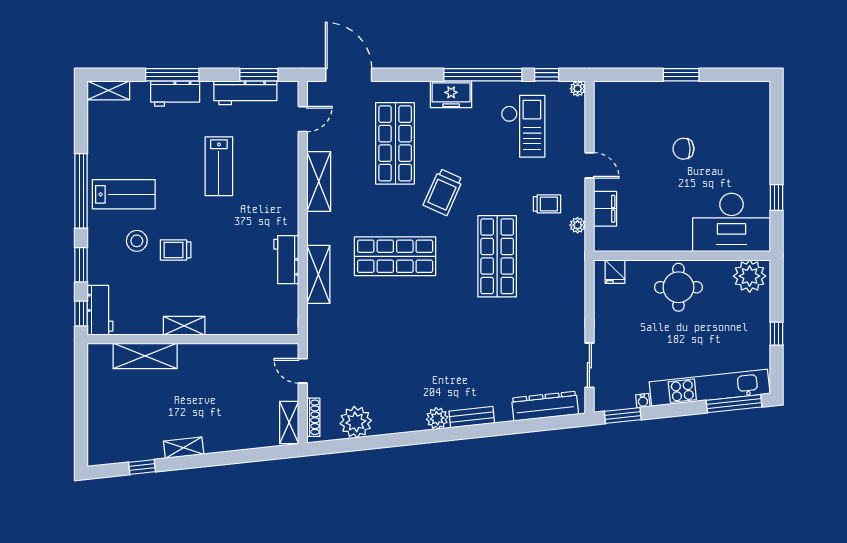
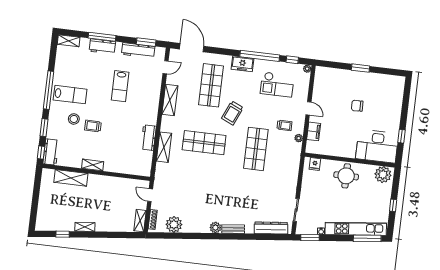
checkout: (523, 126) -> (277, 84), turned 90

